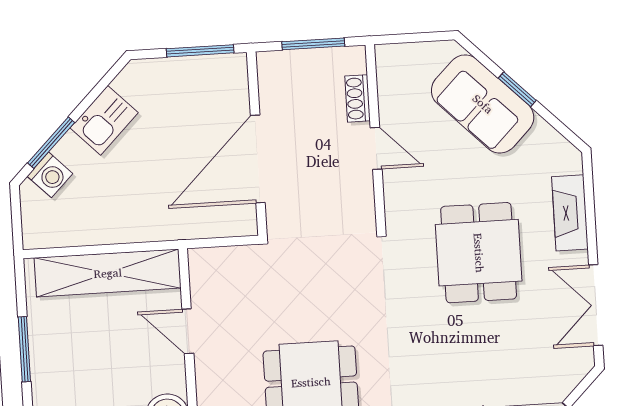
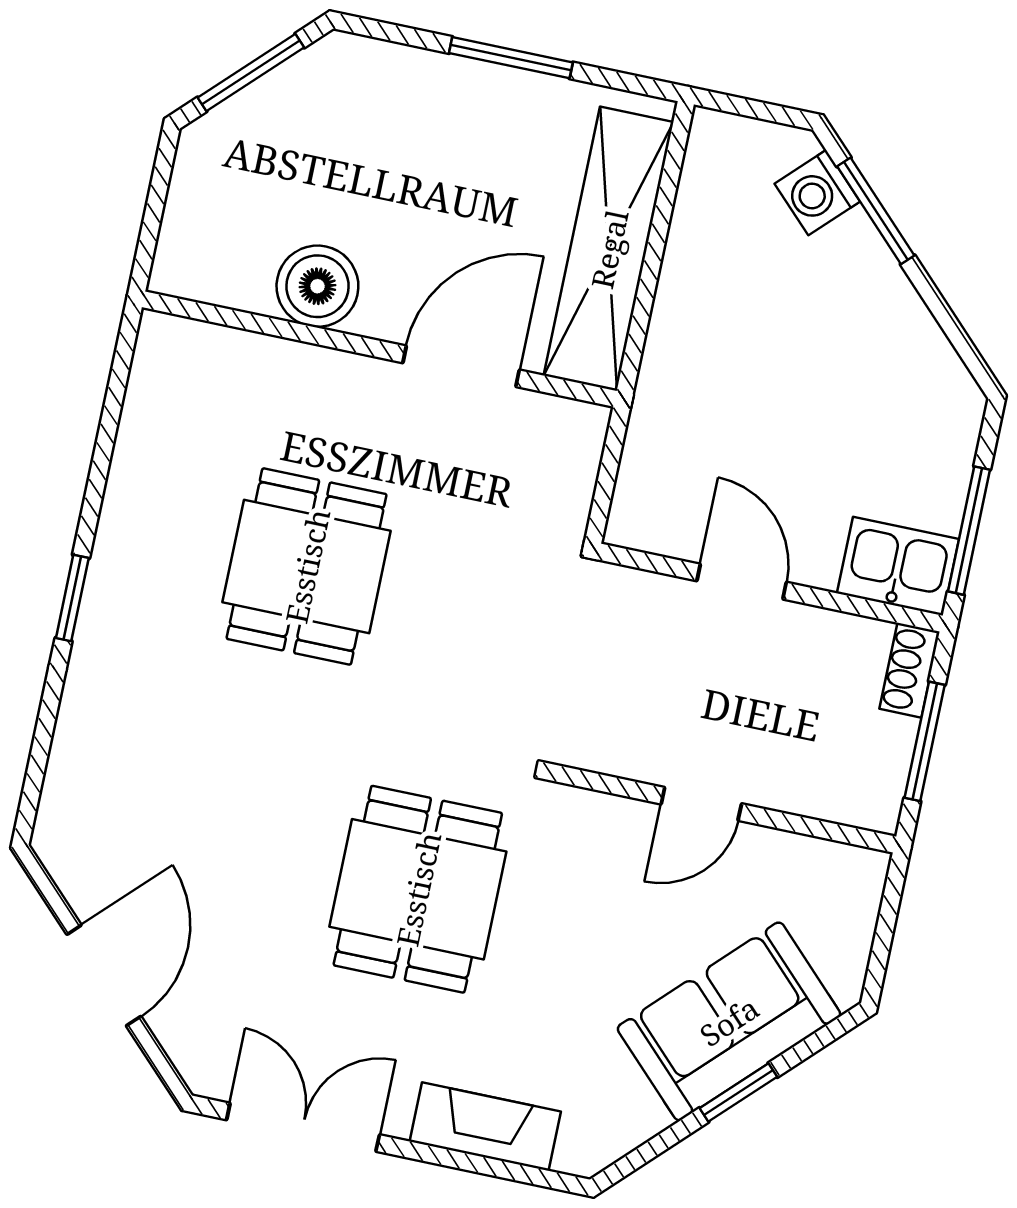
shoe rack: (358, 98) -> (910, 670), moved, turned -90
kitchen sink: (104, 120) -> (898, 566), moved, turned 135
door: (258, 159) -> (742, 582), width x0.53
dining table: (479, 253) -> (418, 889), moved, turned 90
door: (188, 331) -> (461, 366), width x1.37

